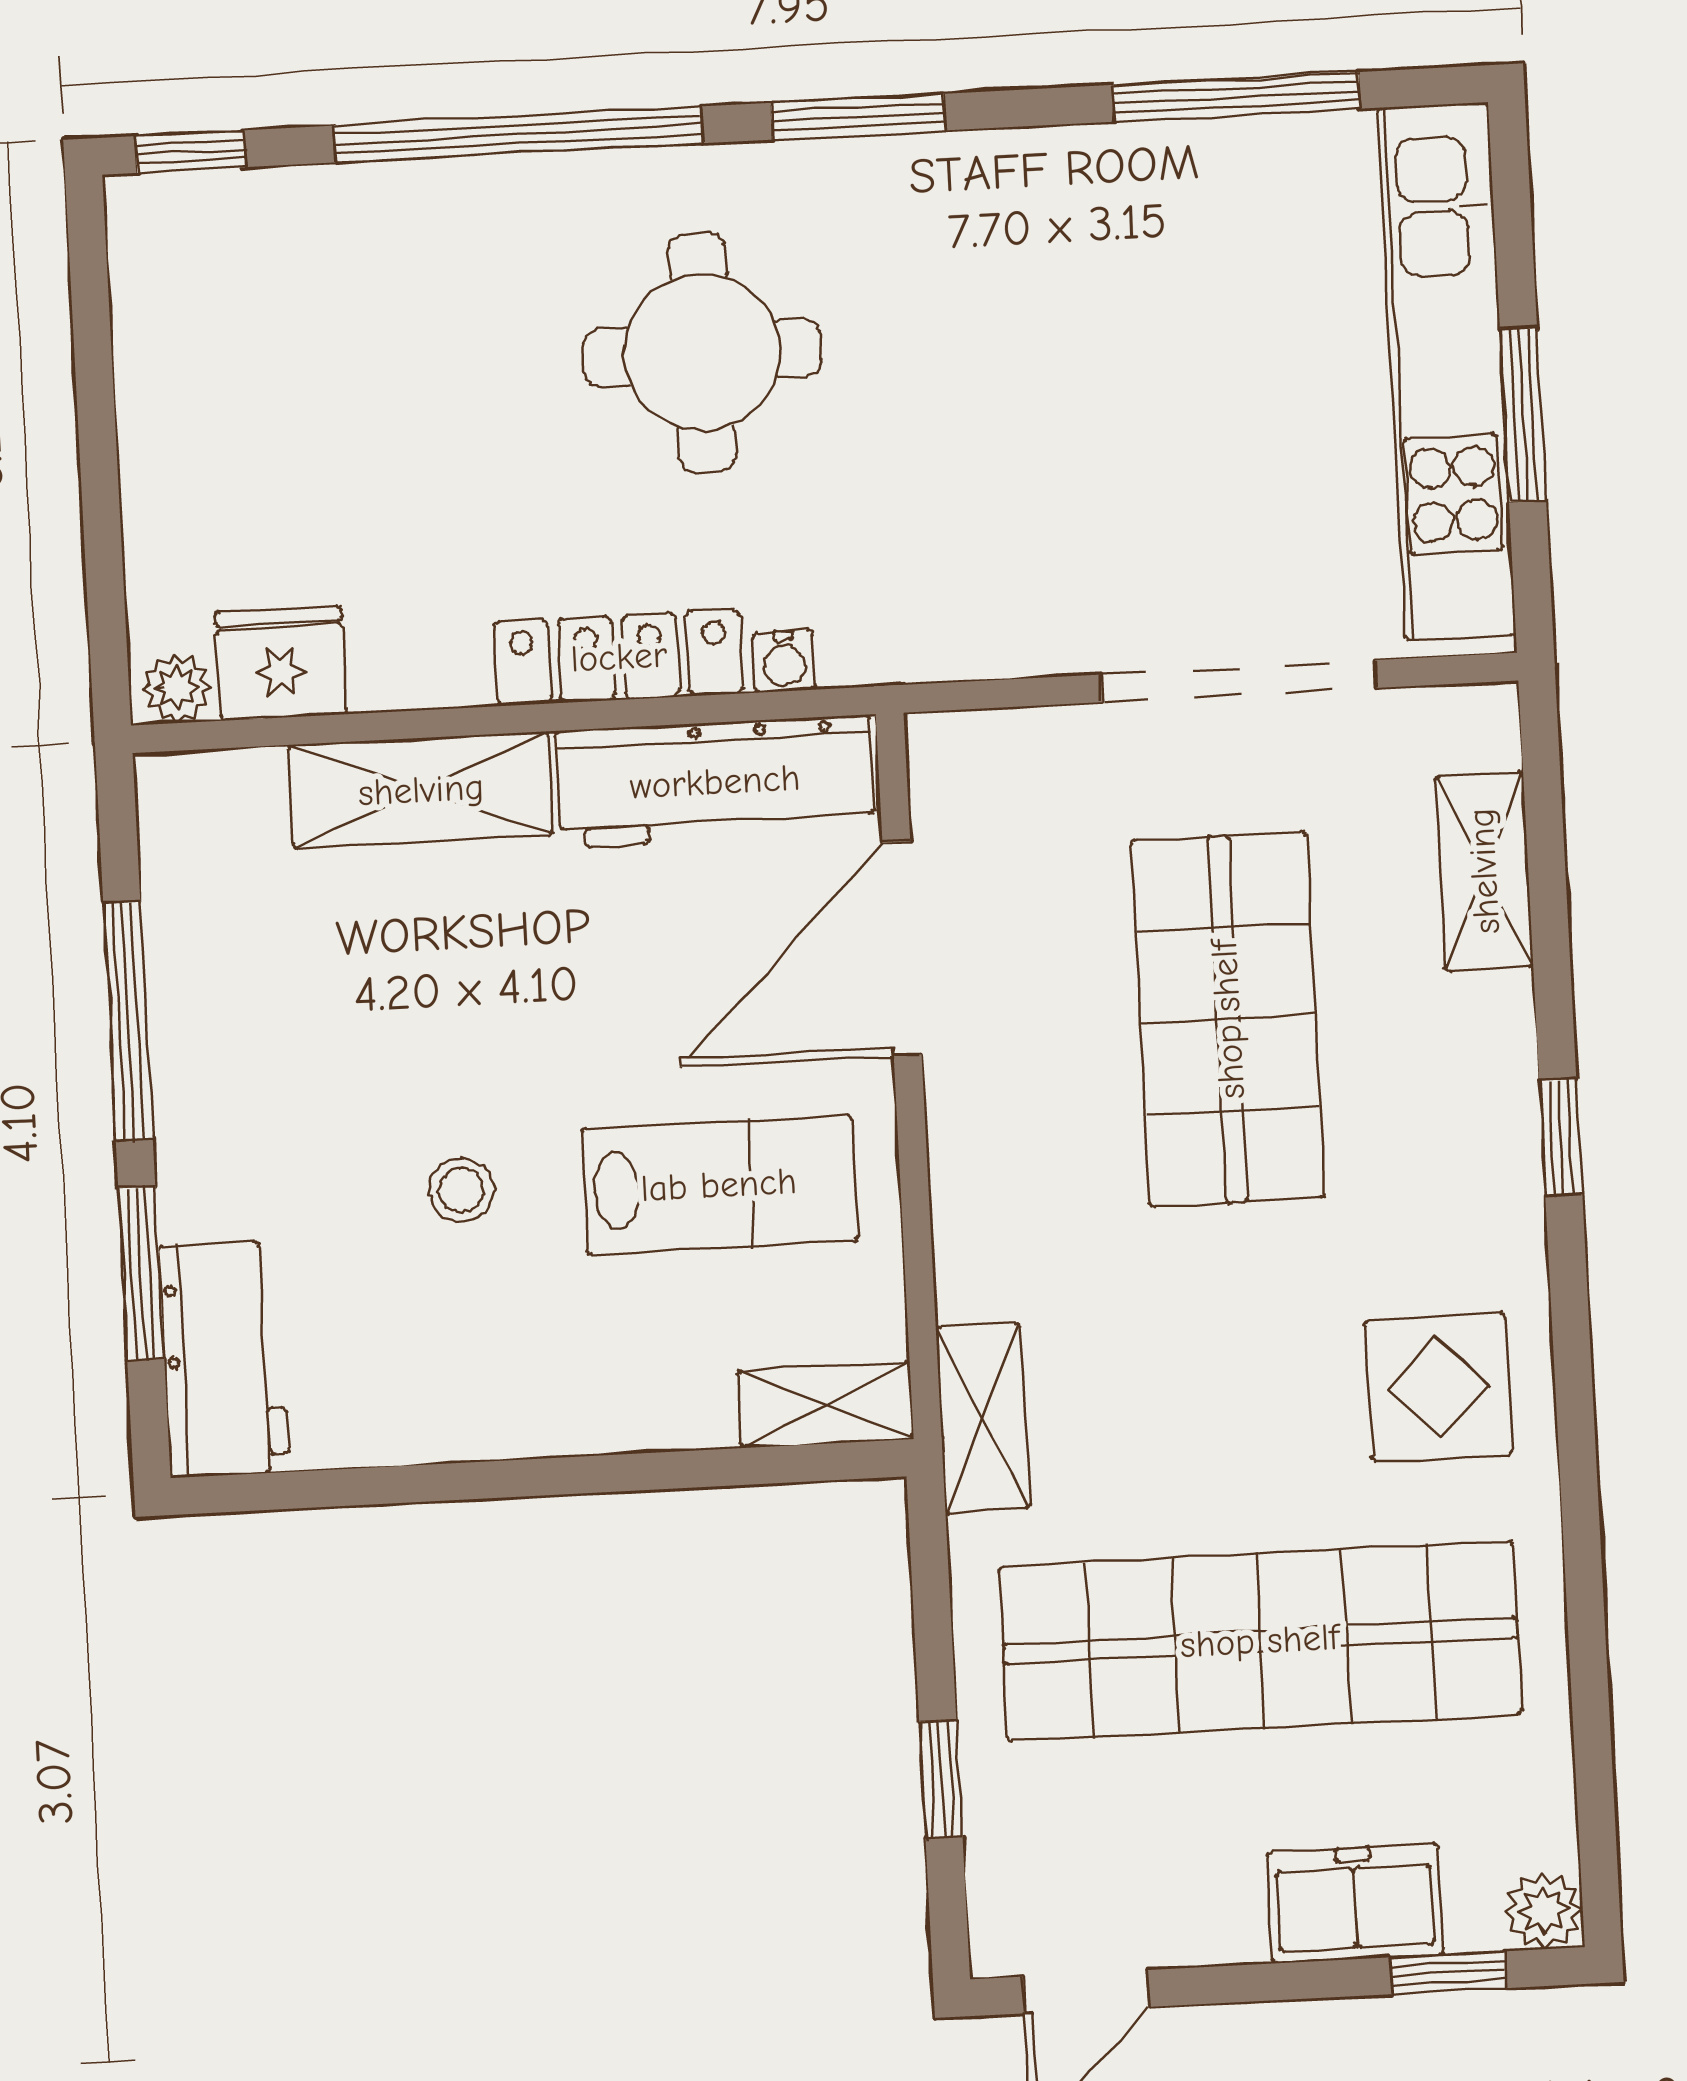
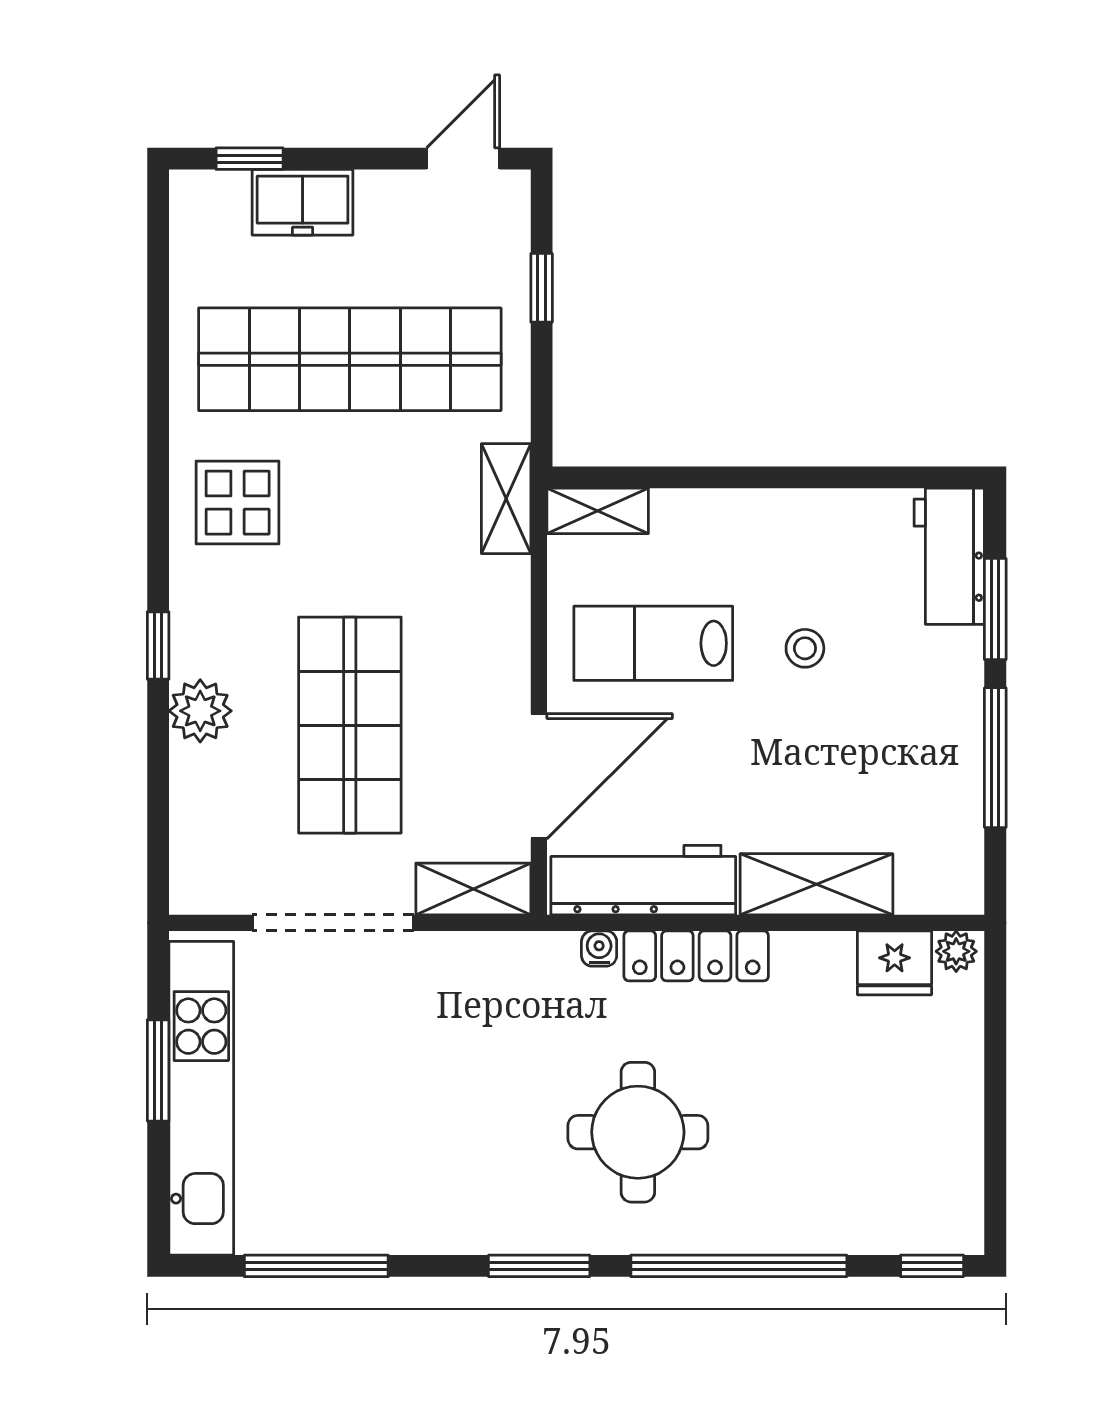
shelving: (1484, 871) -> (473, 889), moved, turned 90
plant: (1544, 1910) -> (200, 711), moved, width x1.38, depth x1.38

